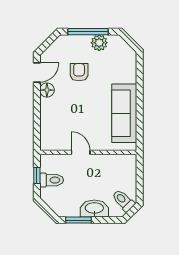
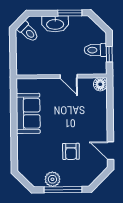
door: (37, 72) -> (110, 151), hinge flipped
floor lamp: (47, 90) -> (100, 84), moved
sofa: (124, 113) -> (28, 113), width x0.73

